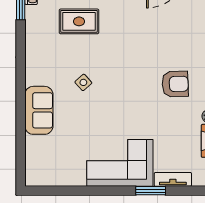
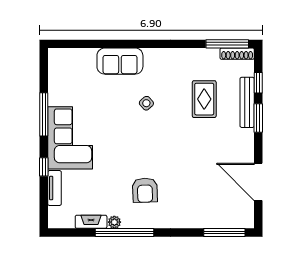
window: (95, 191) -> (44, 114), added
window: (151, 191) -> (44, 167), width x0.67

